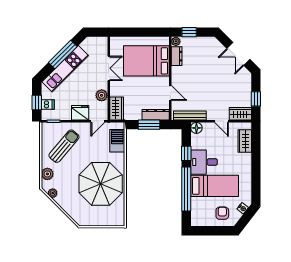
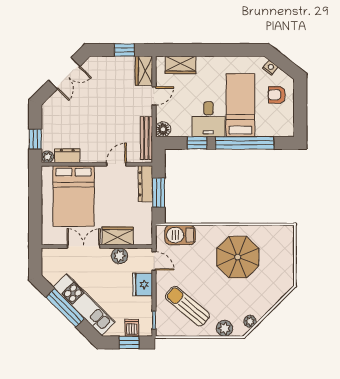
wardrobe: (117, 108) -> (118, 236), moved
parasol: (101, 184) -> (238, 257), width x0.73, depth x0.73

